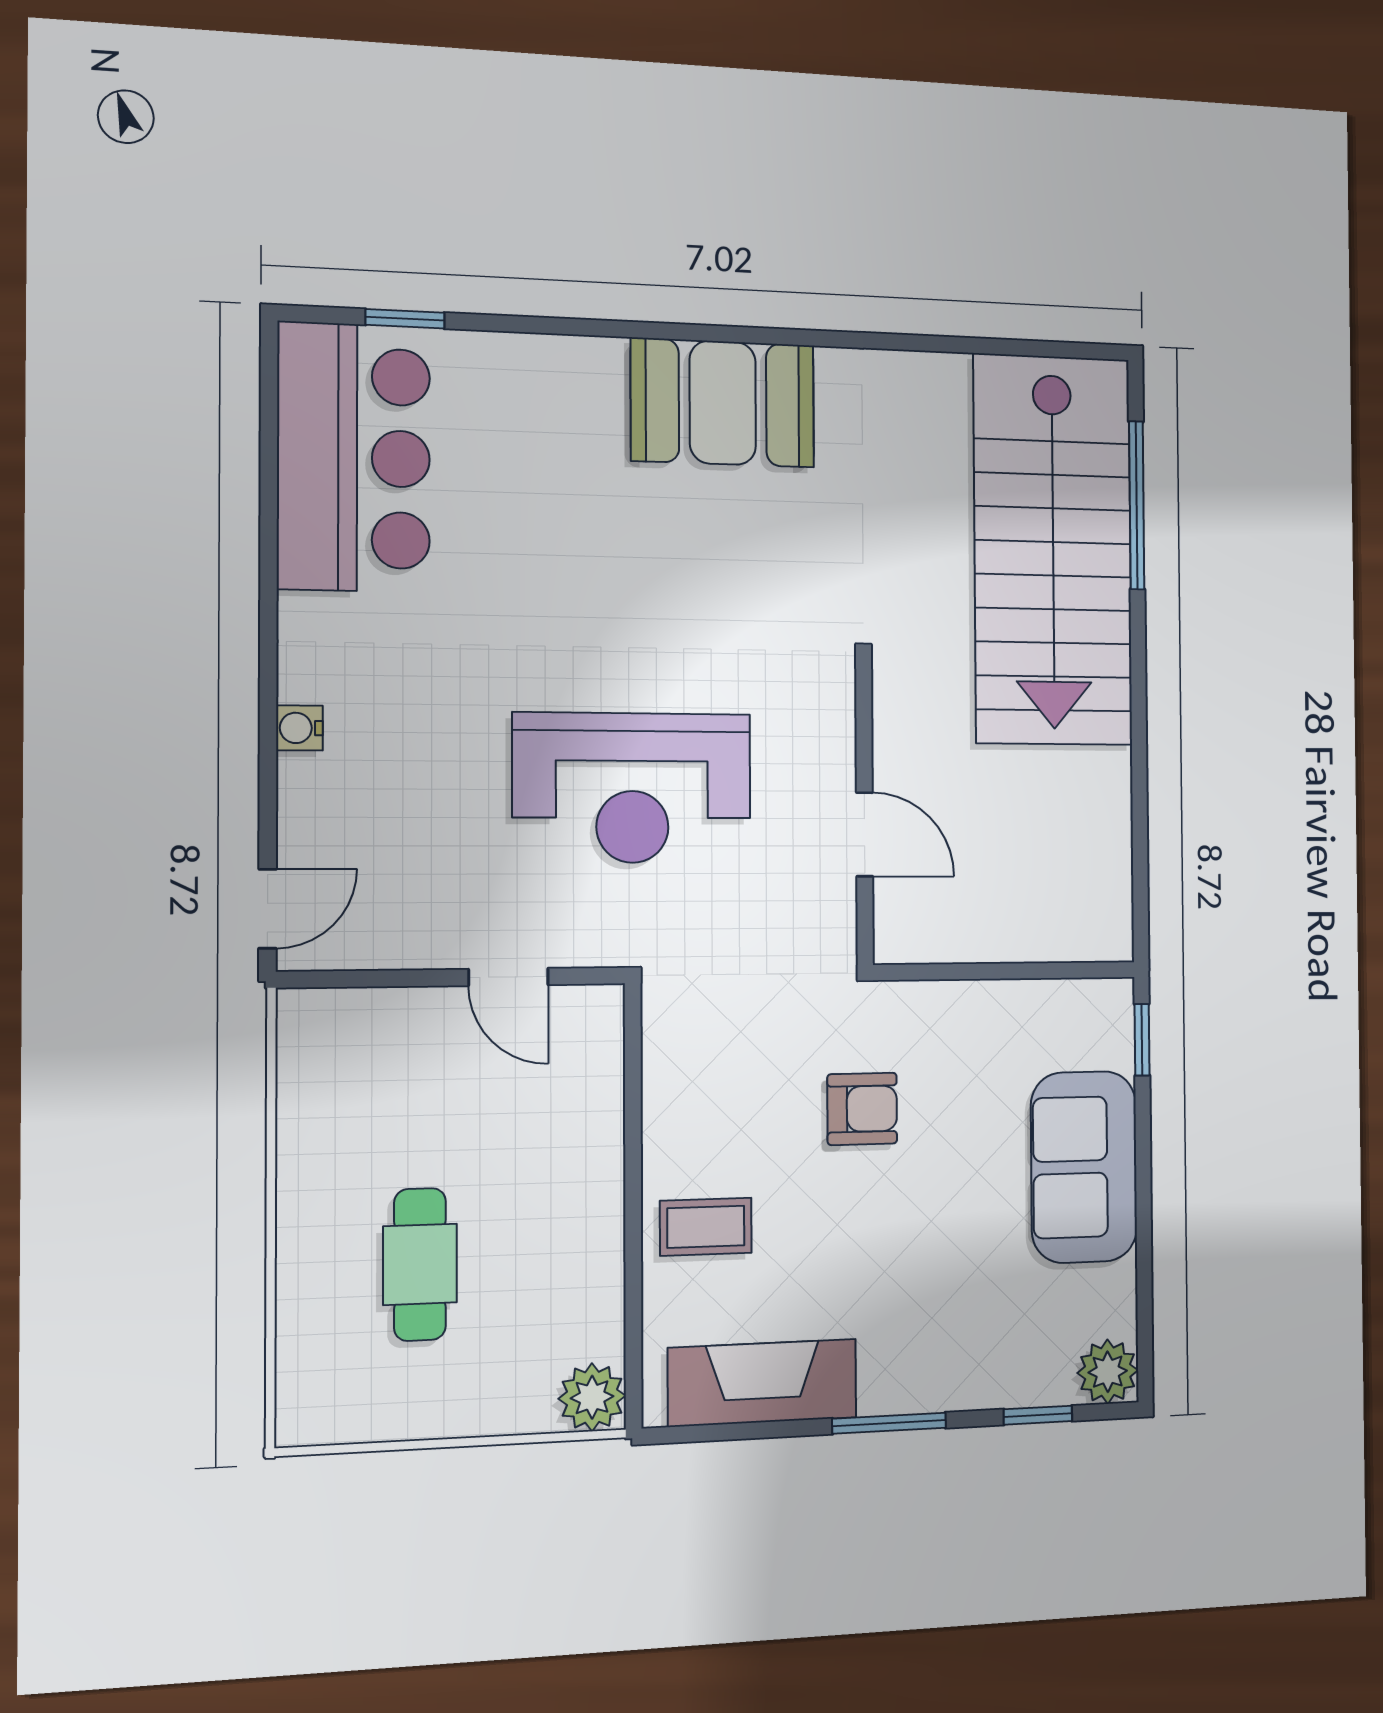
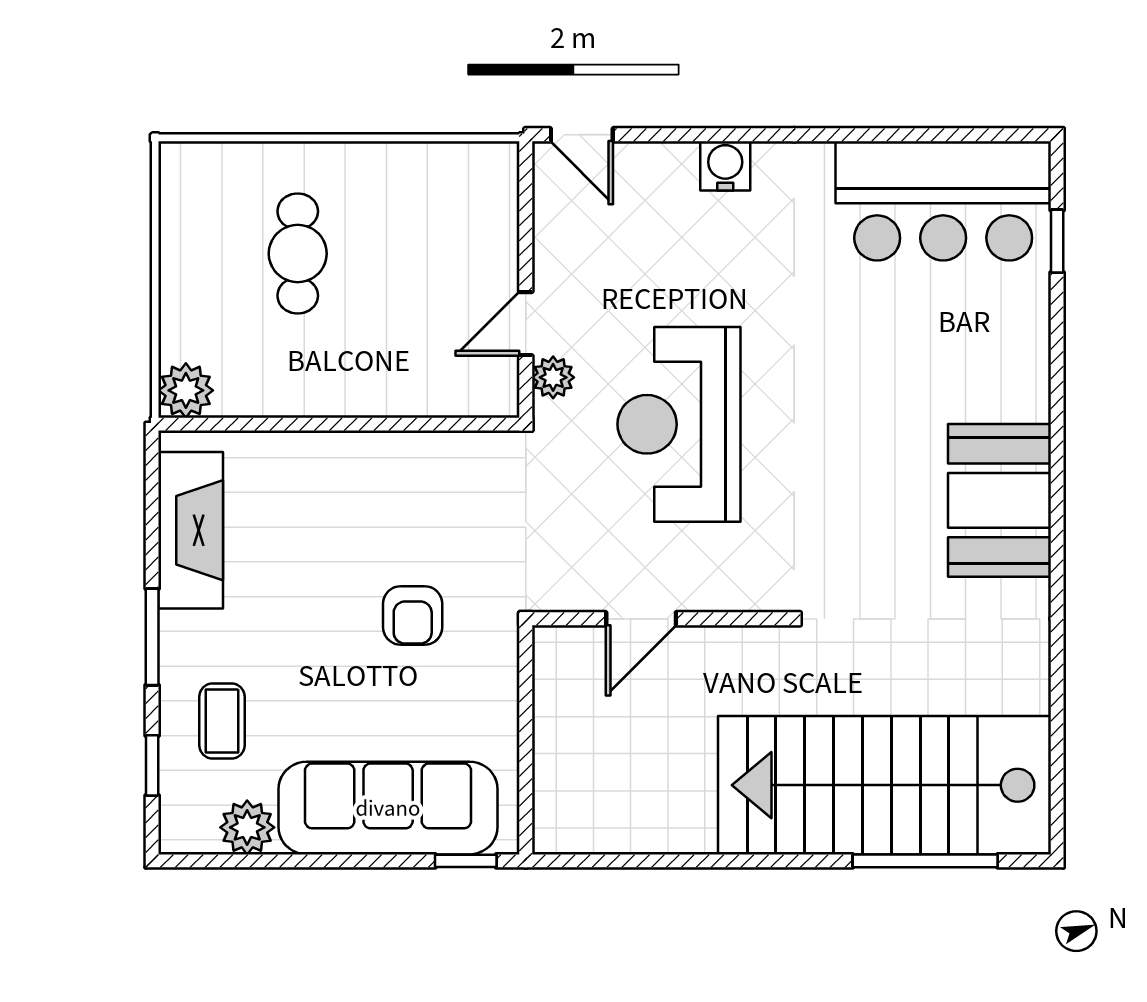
water cooler: (299, 728) -> (725, 166), width x1.38, depth x1.38
plant: (575, 942) -> (553, 377), added
sofa: (1084, 1167) -> (388, 808), width x1.36
coffee table: (706, 1227) -> (222, 721), moved
cafe table: (420, 1264) -> (298, 254), turned 90
plant: (1108, 1372) -> (247, 827), moved

